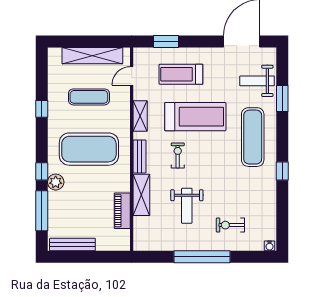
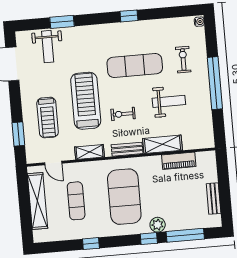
exercise mat: (253, 137) -> (135, 65), moved
exercise bike: (230, 225) -> (183, 60), turned 180
bench: (72, 245) -> (214, 199), width x0.73

